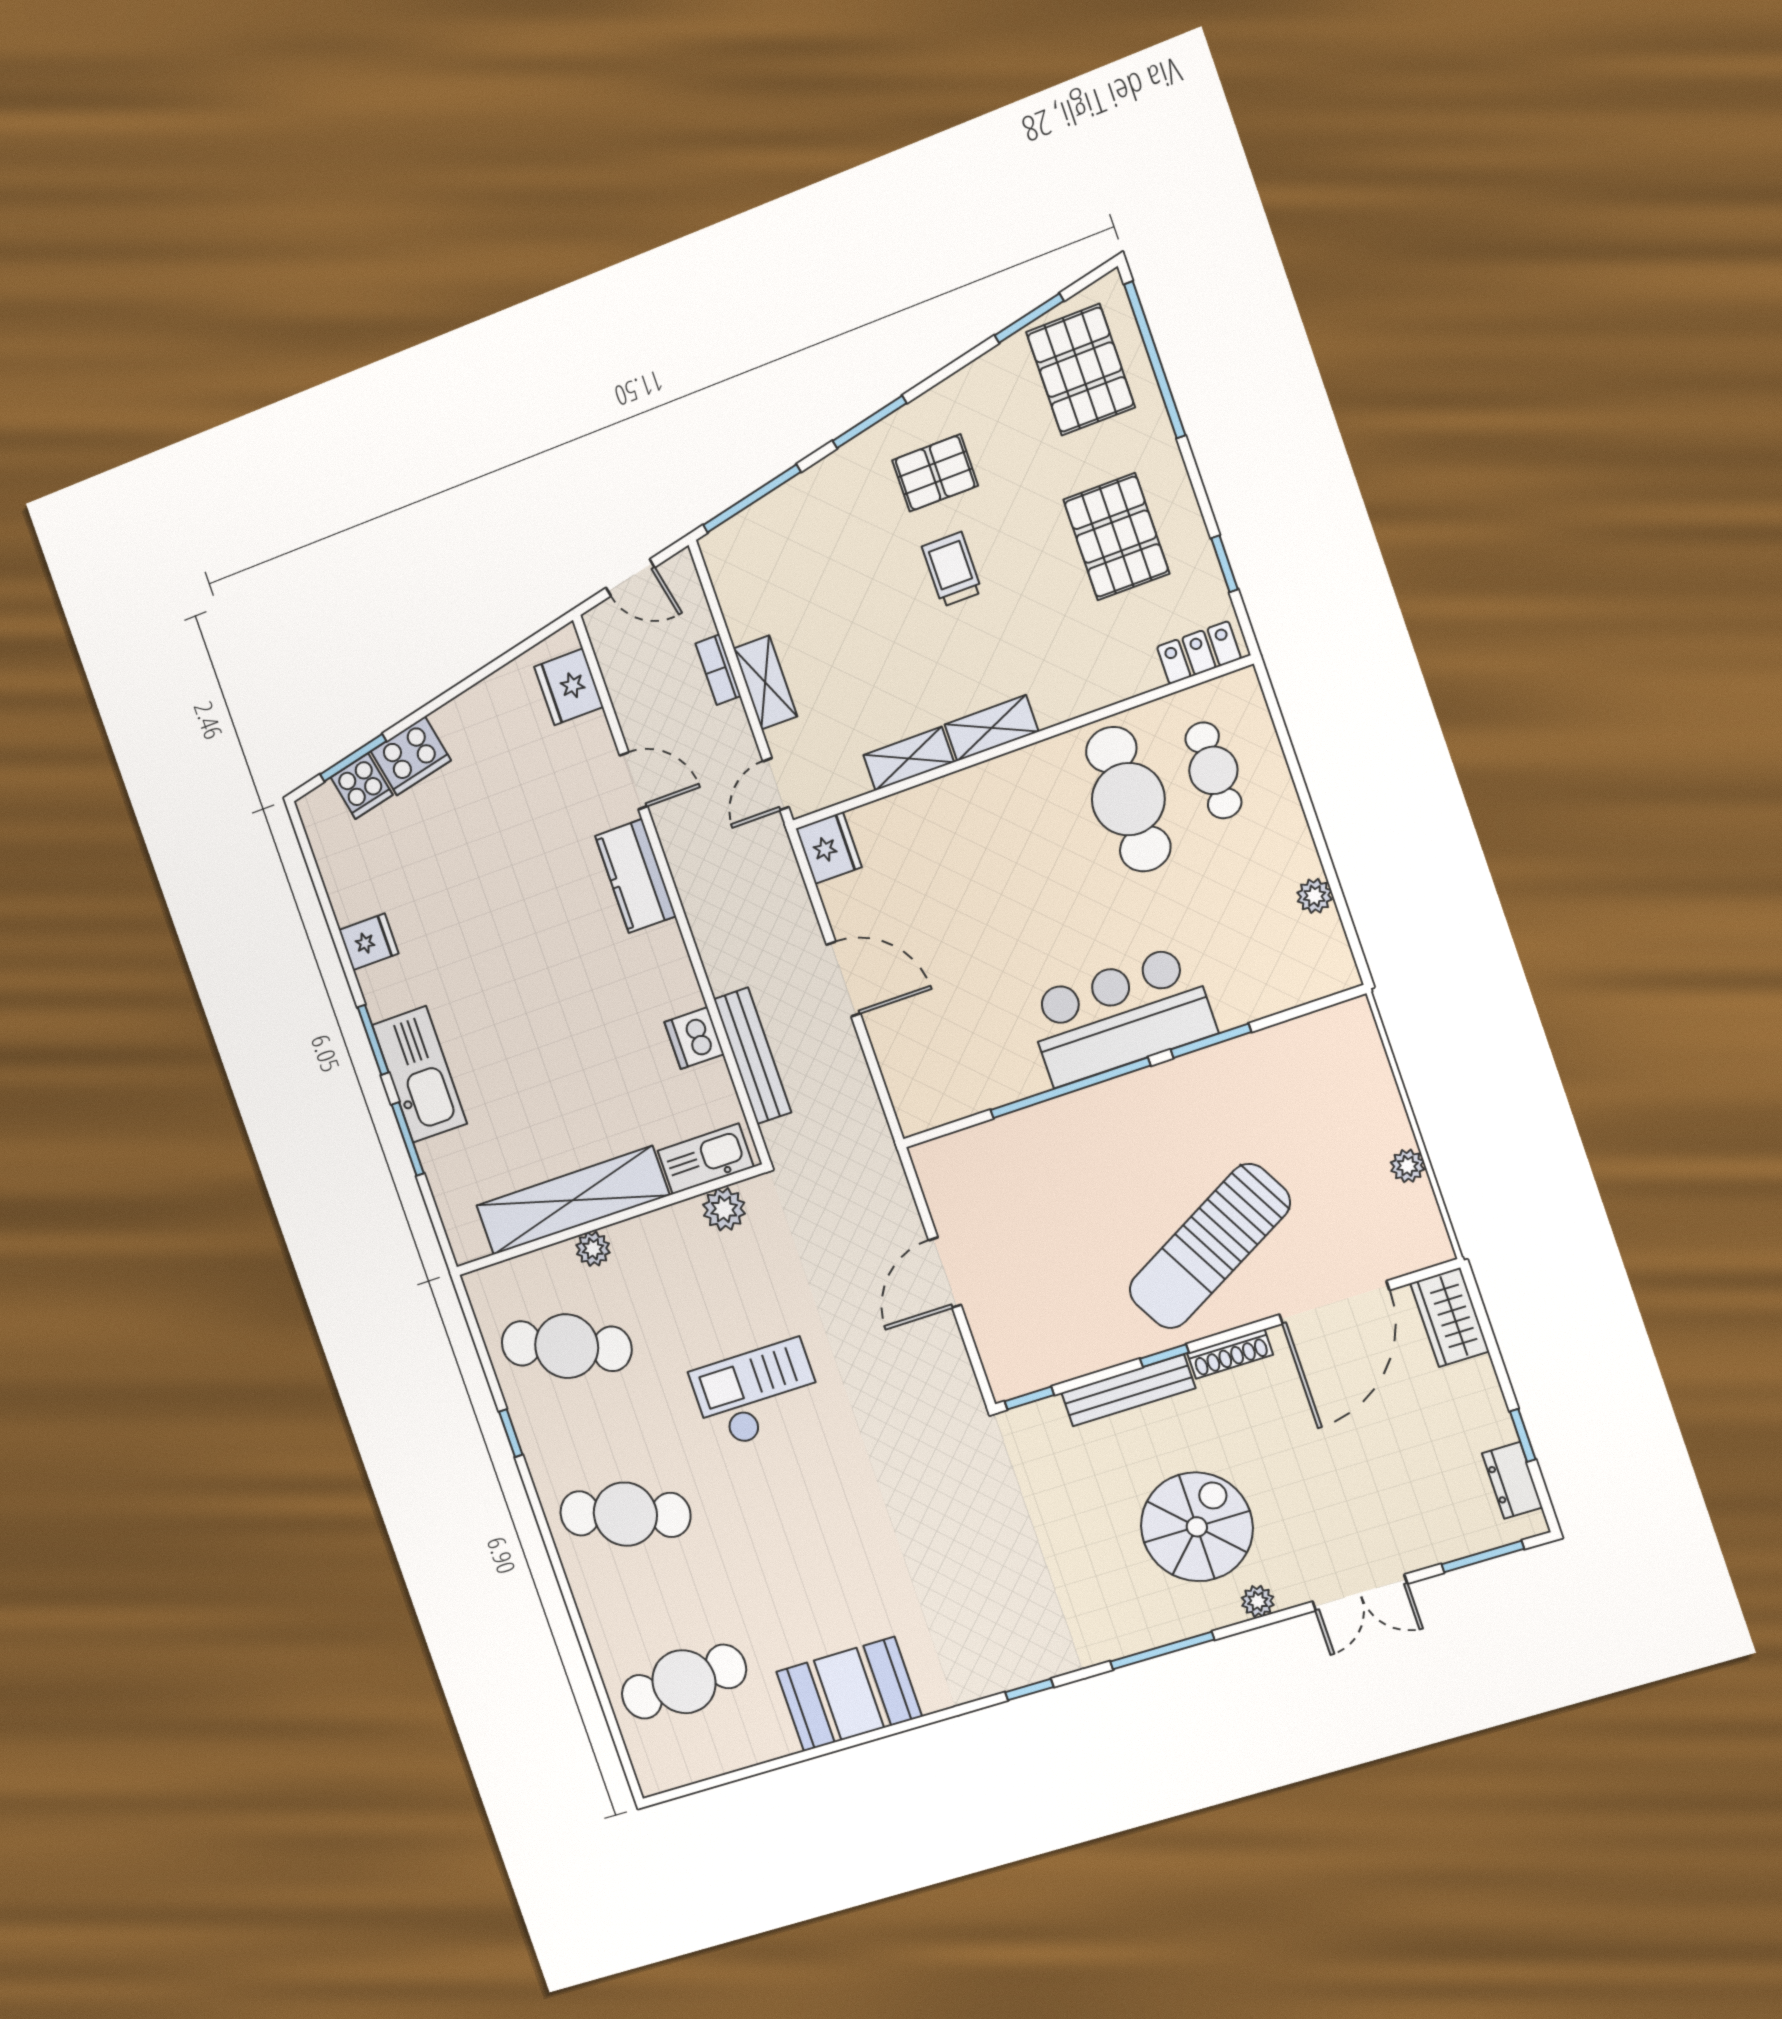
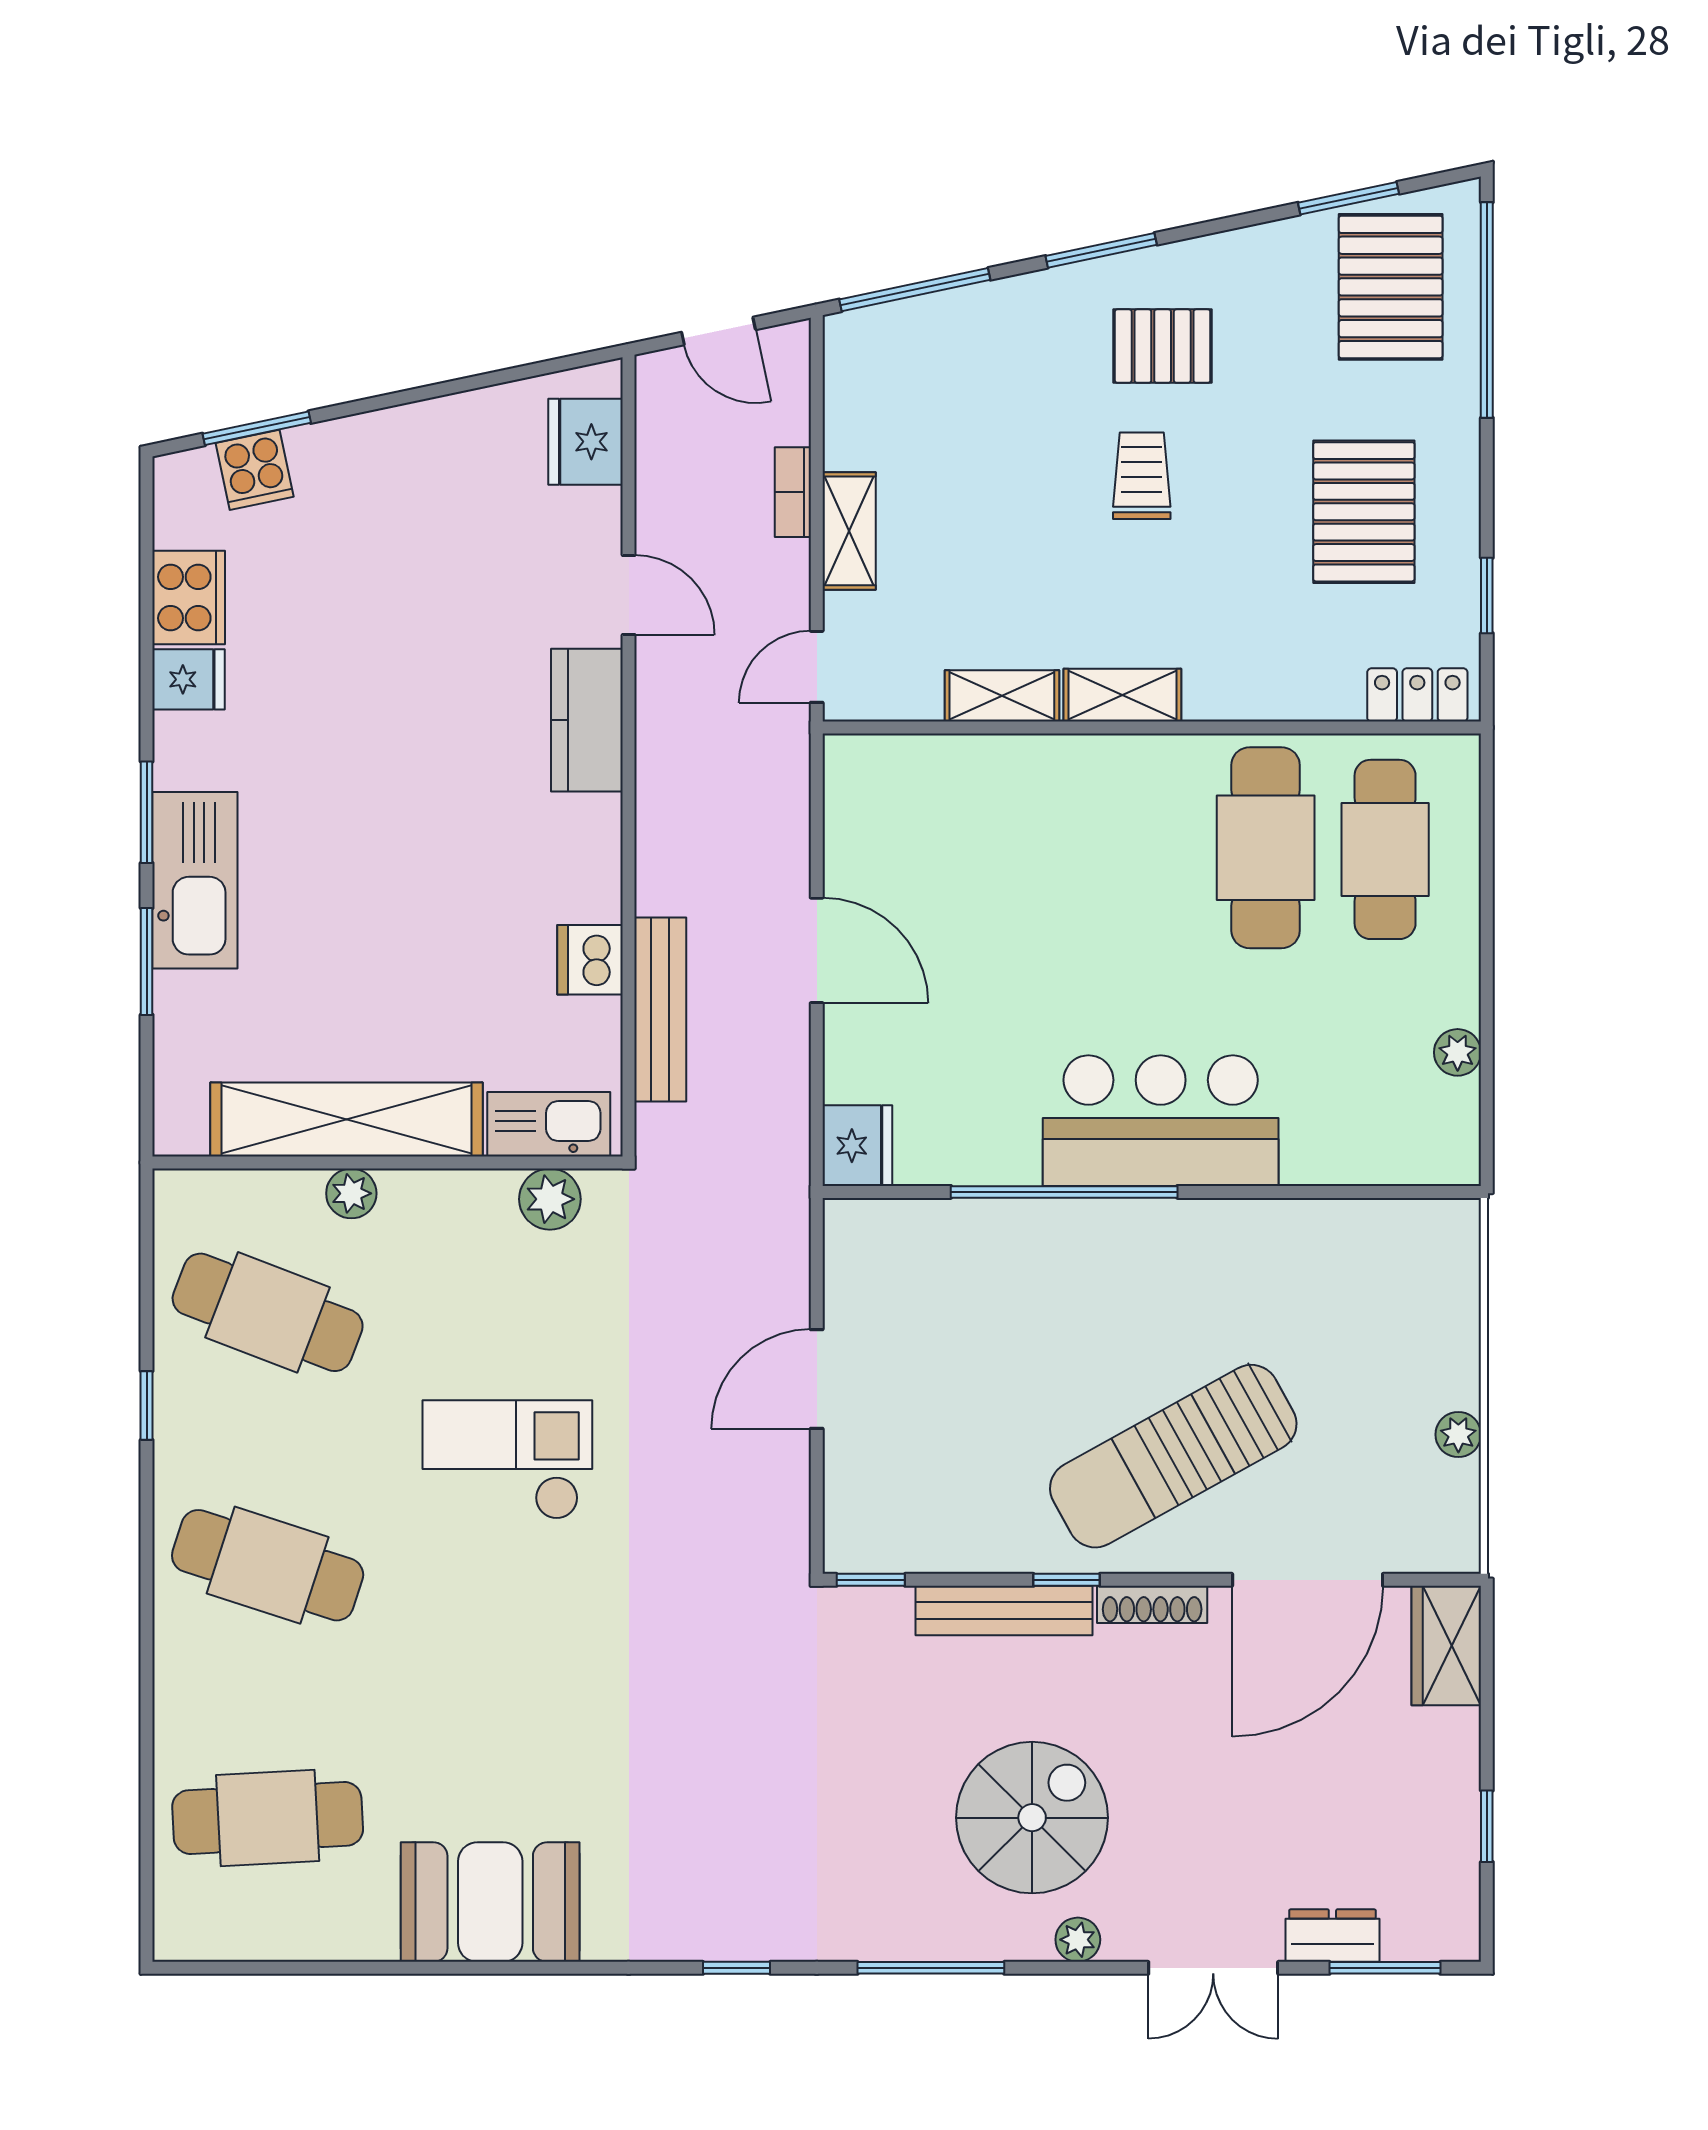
cooker: (411, 756) -> (189, 597), moved, turned -78
cafe table: (1213, 770) -> (1385, 849), width x1.37, depth x1.35
fridge: (829, 848) -> (857, 1146), moved
window: (1211, 1041) -> (1265, 1192), removed
dresser: (1512, 1480) -> (1332, 1936), moved, turned 90

